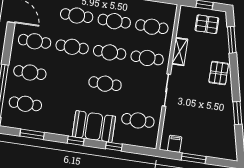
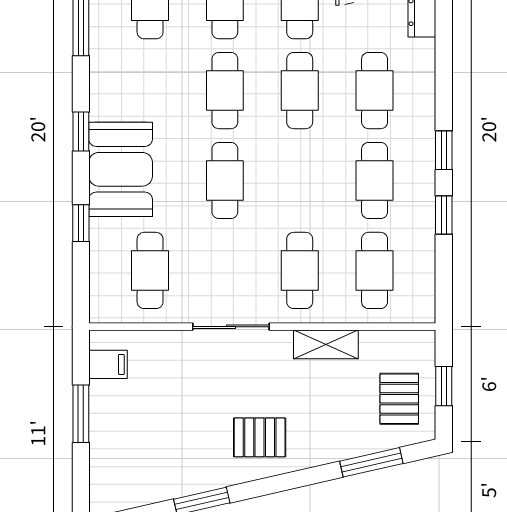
cafe table: (110, 52) -> (225, 91), moved
pallet: (219, 73) -> (260, 437), moved

